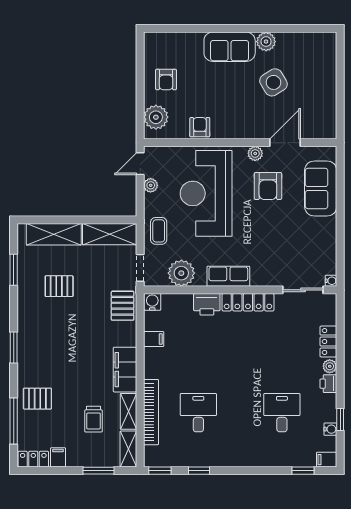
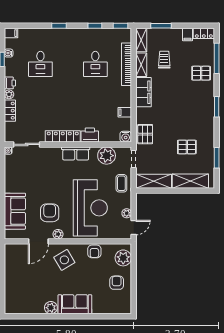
side table: (273, 82) -> (64, 260), moved
window: (303, 471) -> (59, 26), moved

